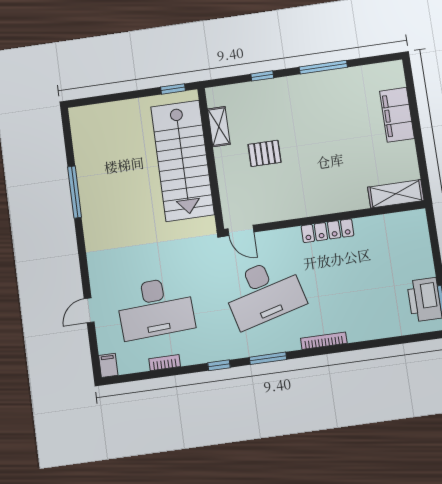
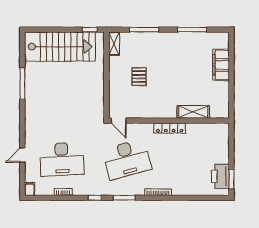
window: (323, 67) -> (192, 30), moved
window: (262, 76) -> (144, 30), width x2.17
shelving: (219, 127) -> (114, 44), moved
pallet: (265, 153) -> (139, 77), turned 90
stairs: (183, 161) -> (60, 47), moved, turned -90
shelving: (396, 194) -> (193, 112), moved

